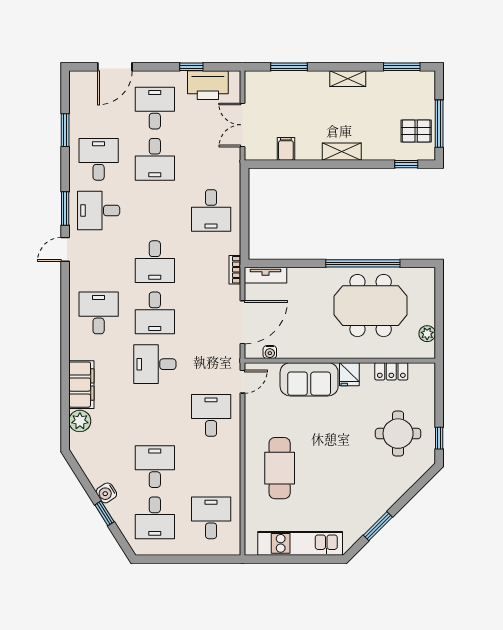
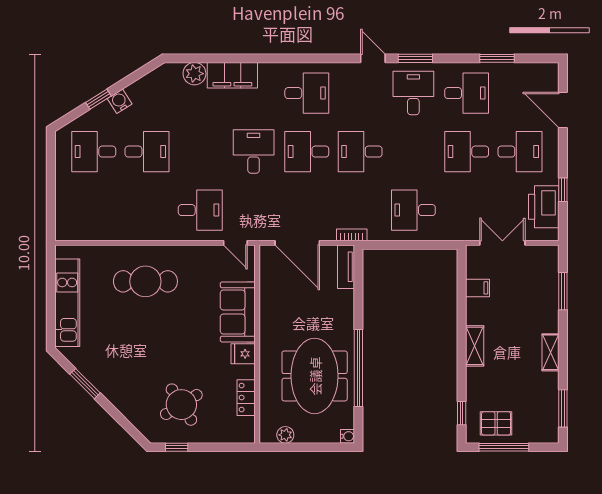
pallet: (416, 131) -> (496, 423), turned 90
water cooler: (270, 352) -> (348, 436), moved, turned 180
round table: (398, 434) -> (181, 405), turned -32
desk: (211, 518) -> (94, 210), removed

